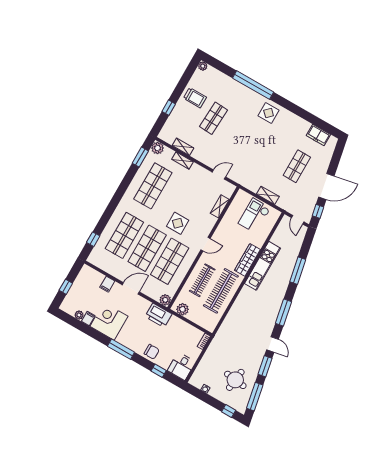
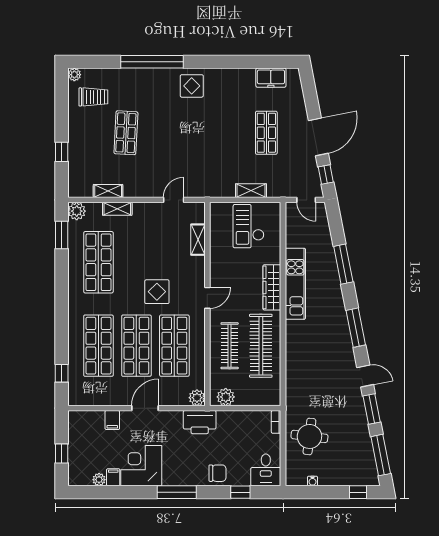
trolley: (195, 98) -> (93, 97), moved
round table: (235, 380) -> (309, 436), moved

